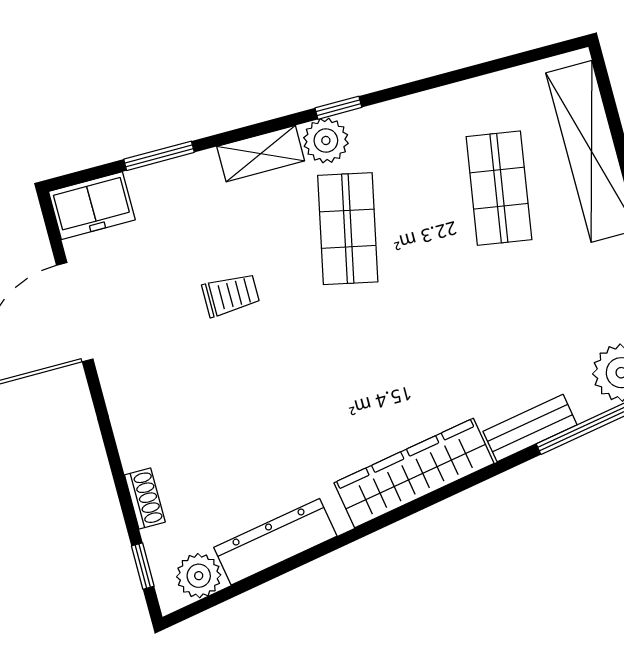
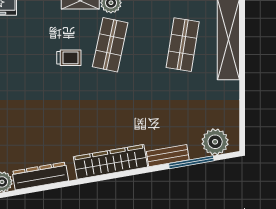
trolley: (231, 295) -> (69, 58), moved

